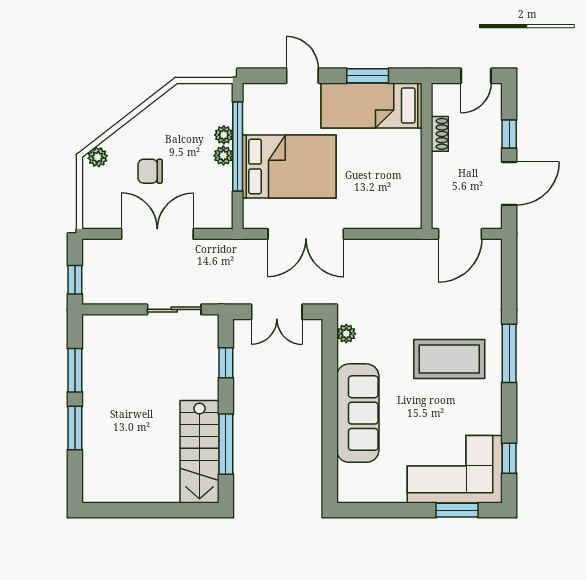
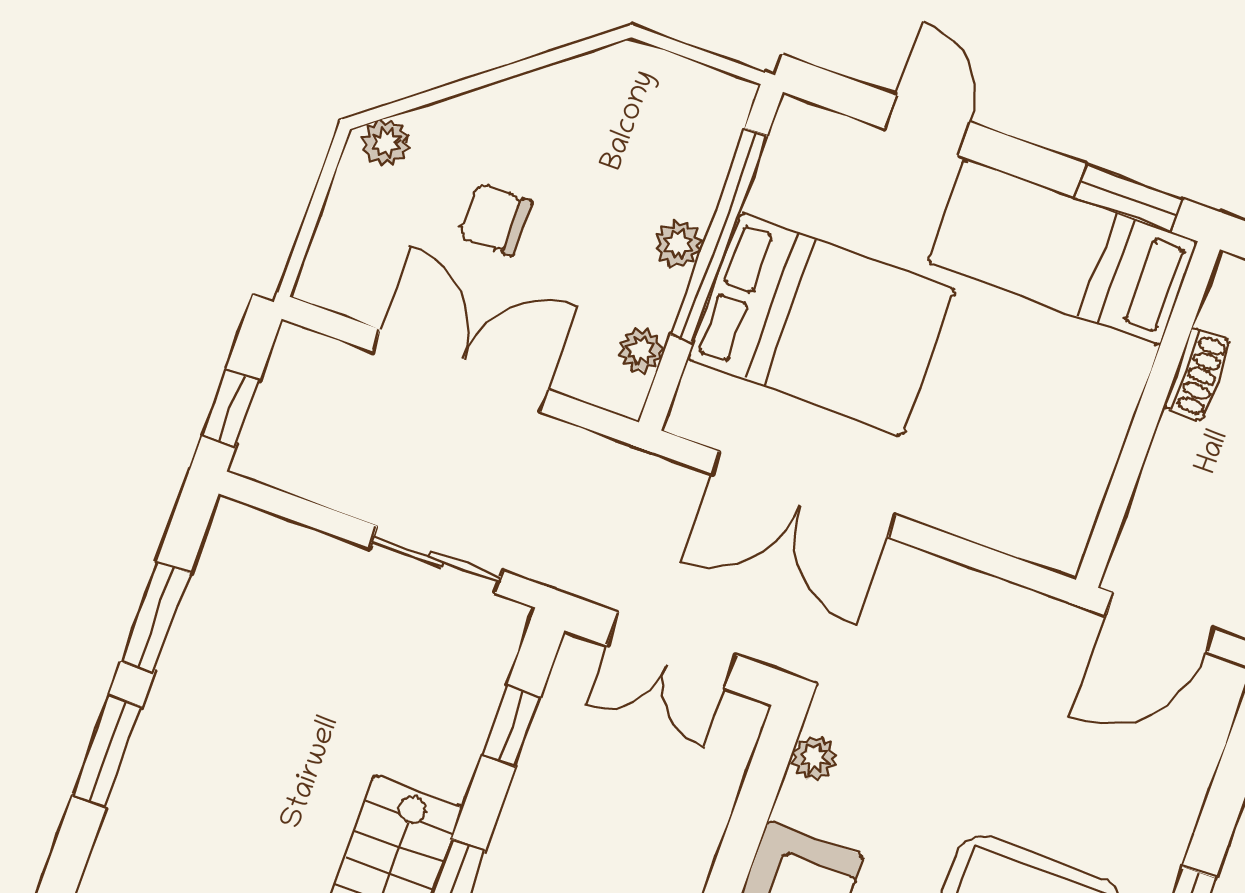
window: (368, 76) -> (1129, 198), moved
plant: (224, 135) -> (641, 350), moved

